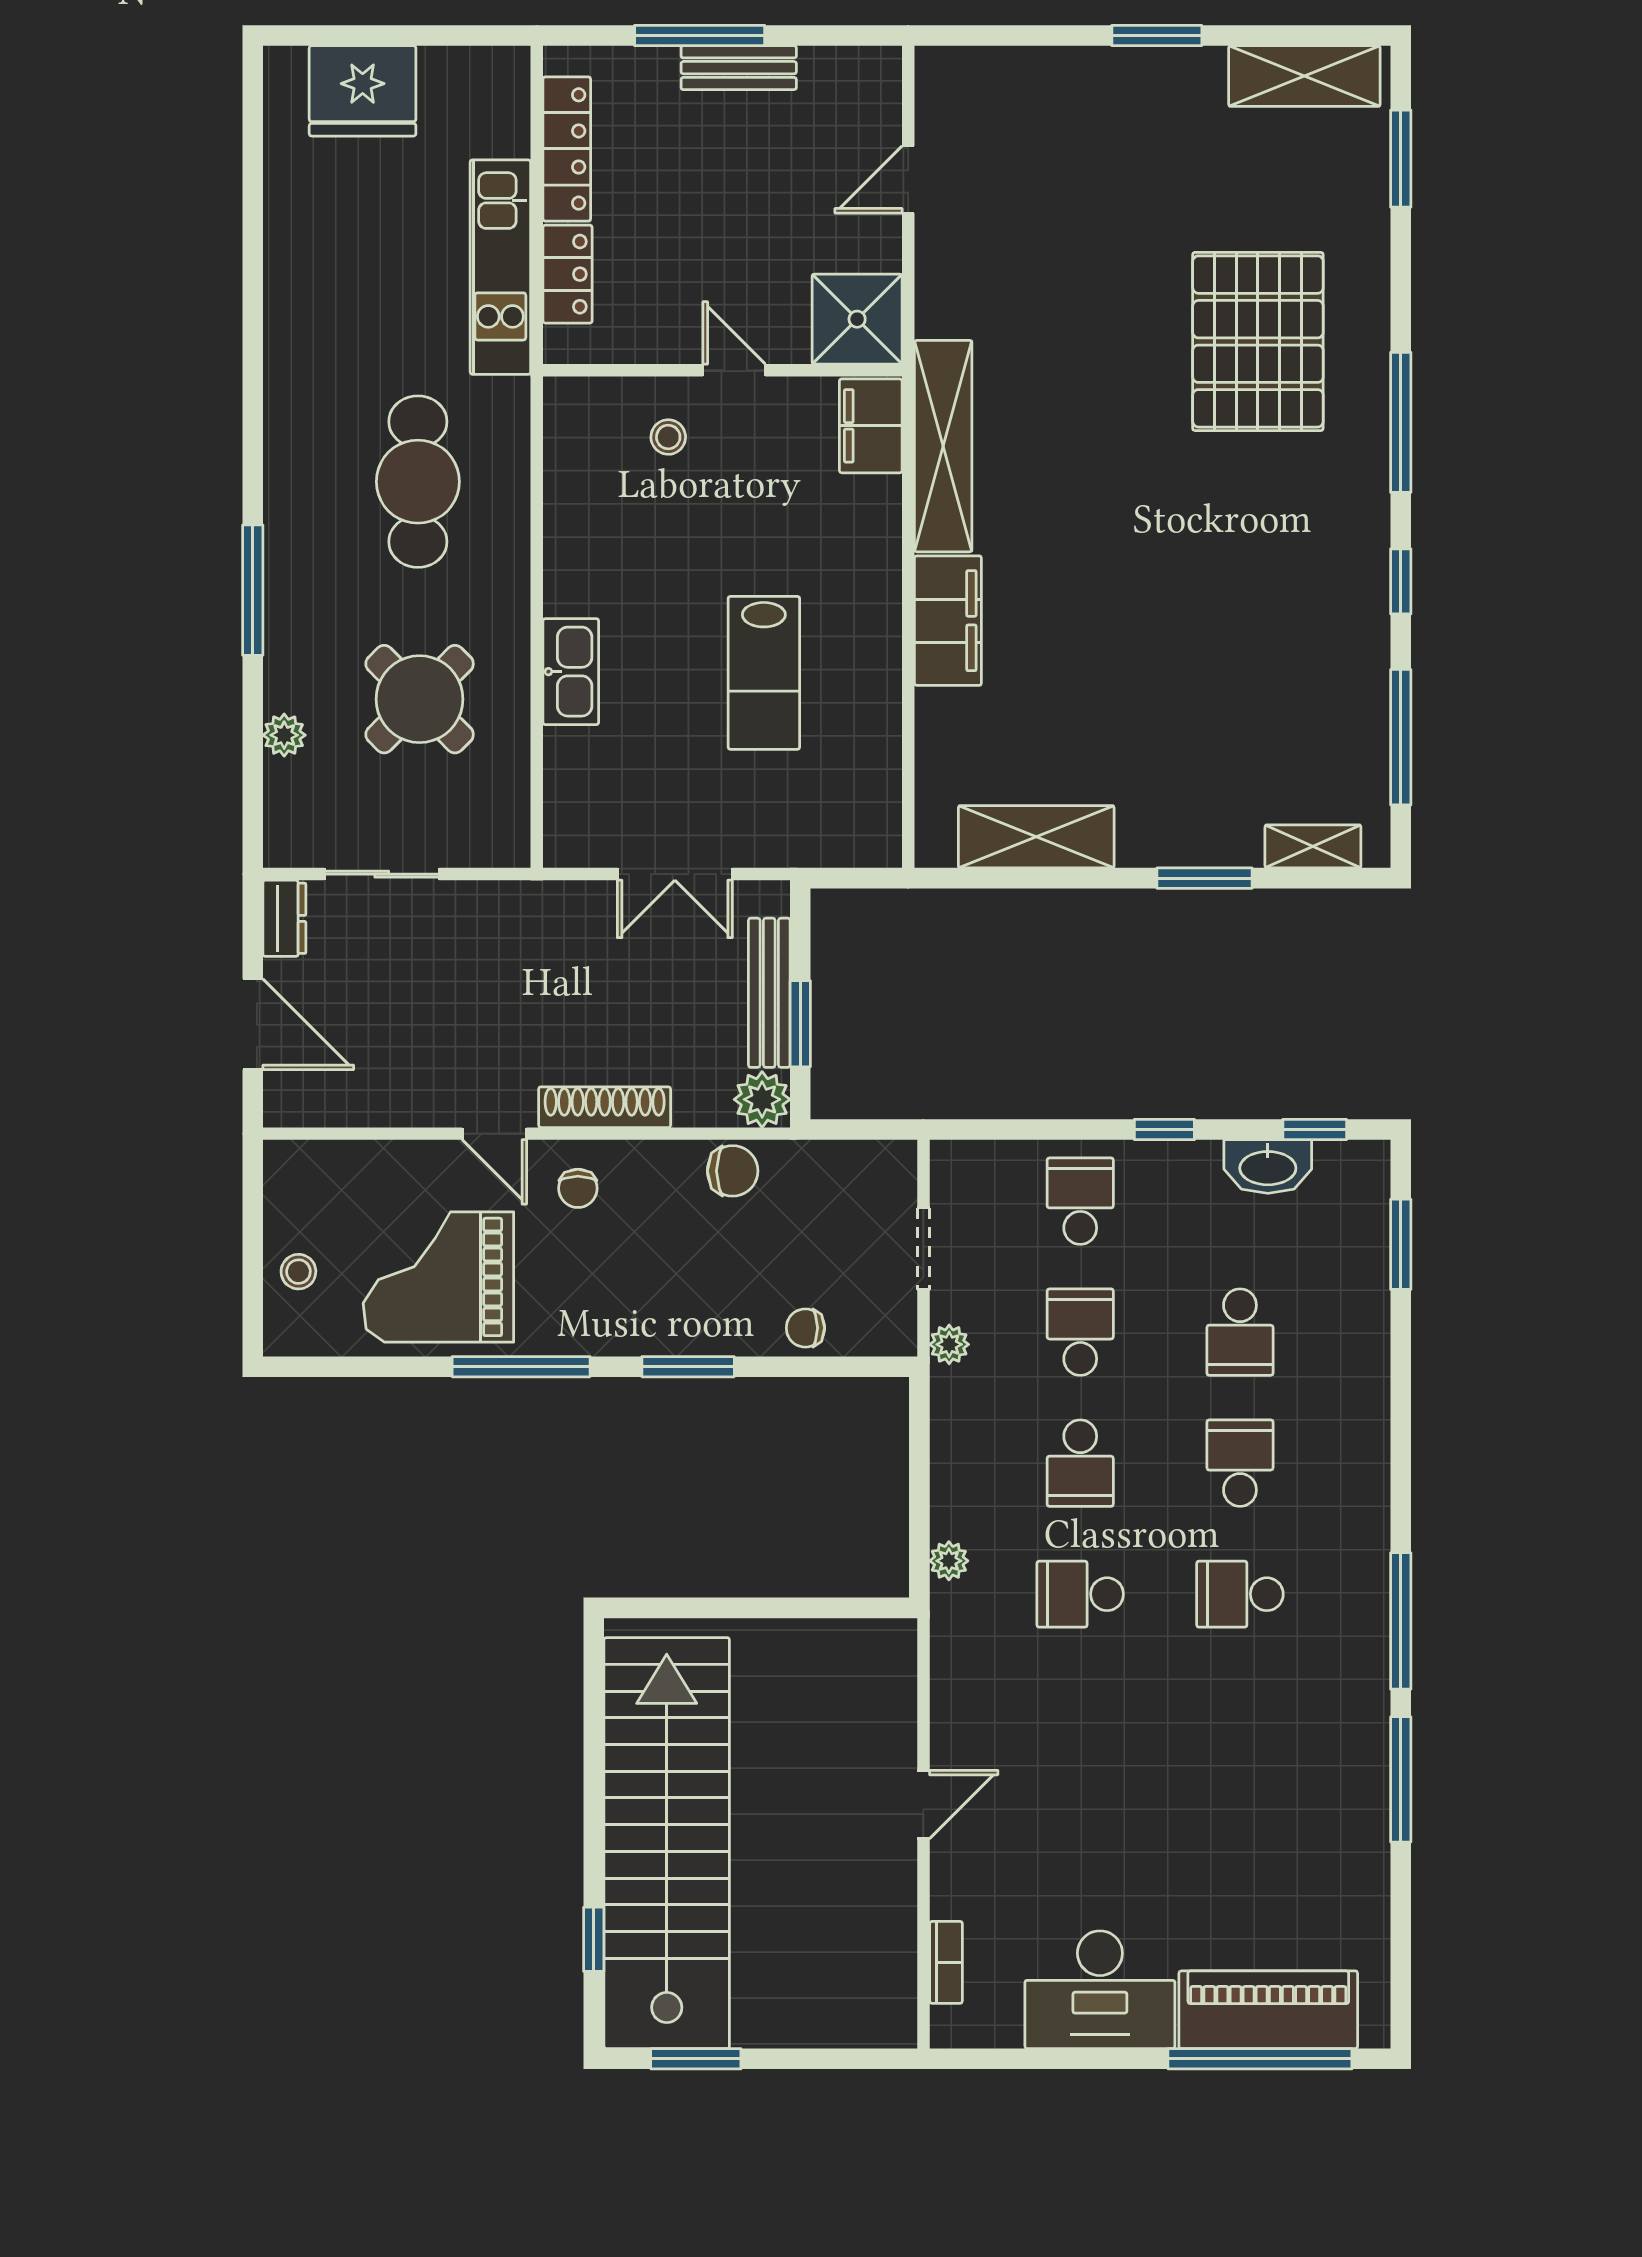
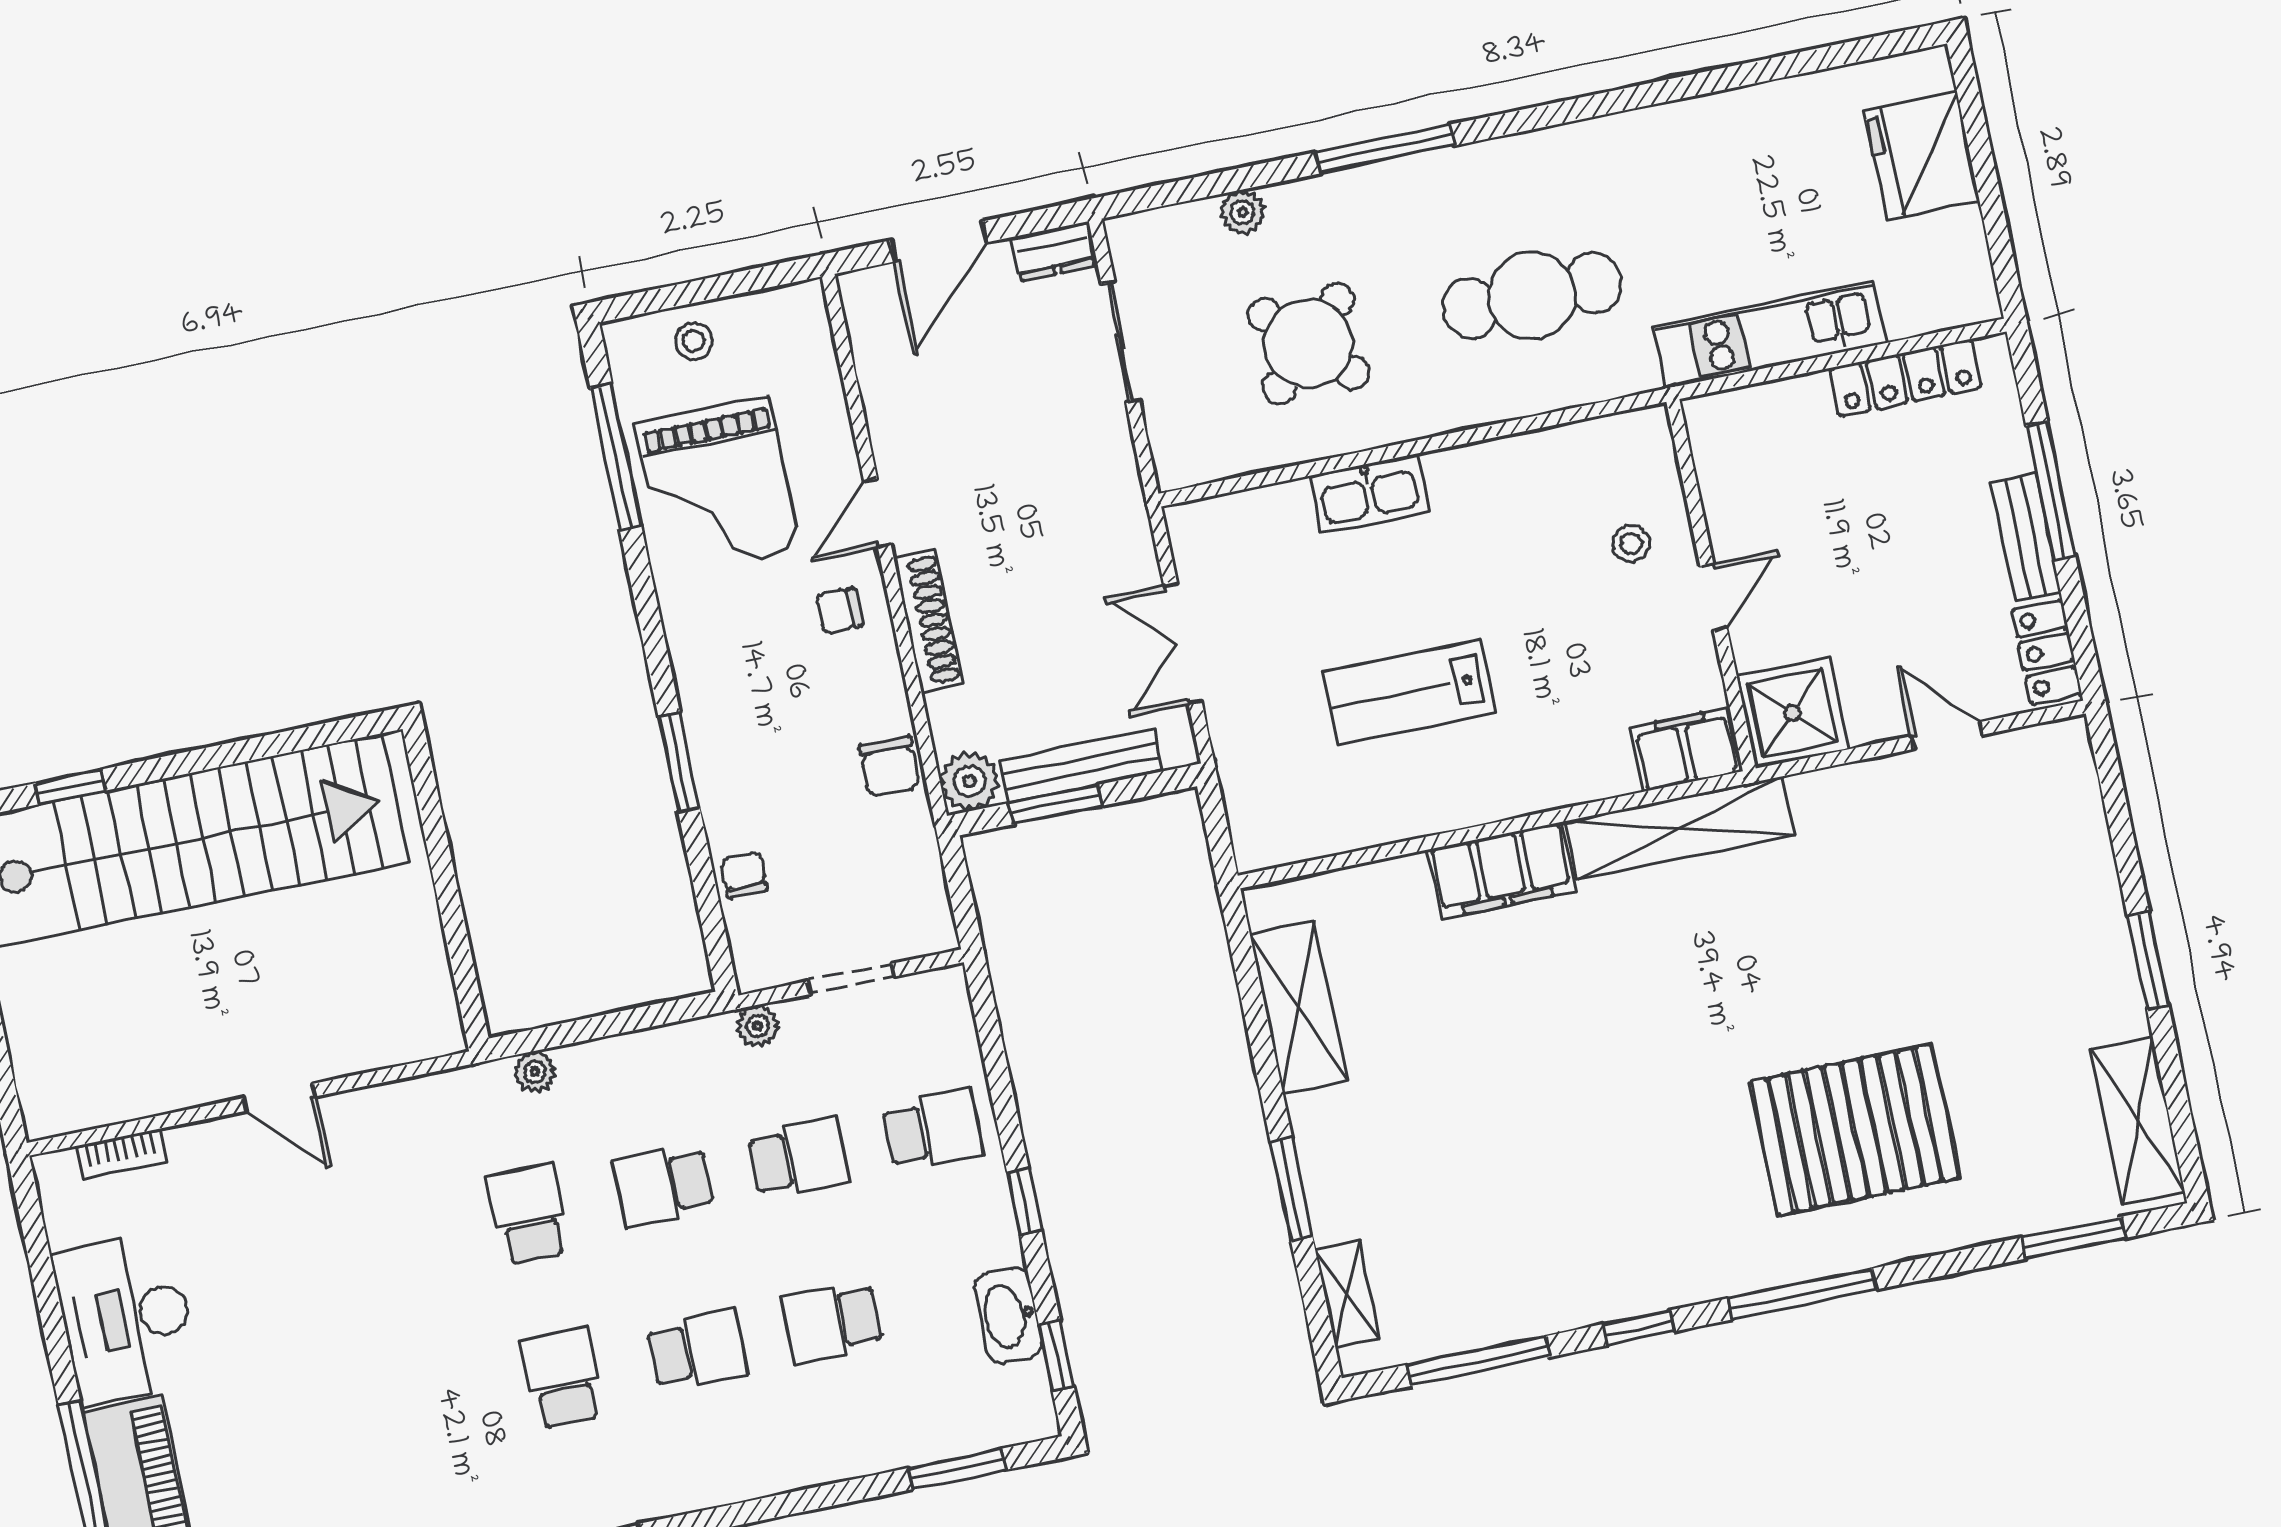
locker: (568, 274) -> (2047, 652), moved, turned 90
grand piano: (438, 1277) -> (718, 486), turned 180
window: (521, 1367) -> (616, 456), moved

